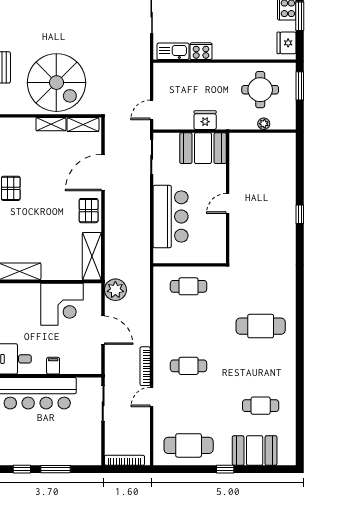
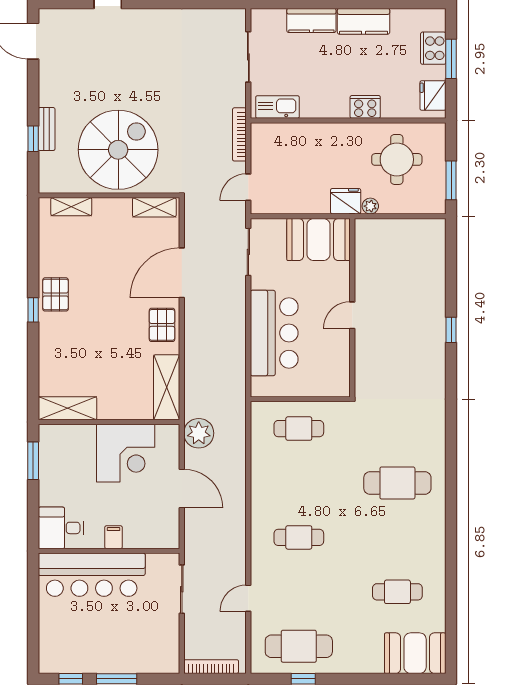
cooker: (201, 51) -> (365, 107), moved
spiral stairs: (56, 83) -> (118, 150), turned -90
window: (300, 86) -> (451, 180), moved
fridge: (205, 120) -> (346, 201), moved
shelving: (51, 124) -> (71, 207), moved
plant: (264, 124) -> (370, 206), moved
bookcase: (145, 366) -> (239, 134), moved
door: (152, 397) -> (248, 598), moved
booth: (255, 450) -> (415, 653), moved
window: (225, 469) -> (303, 679), moved

